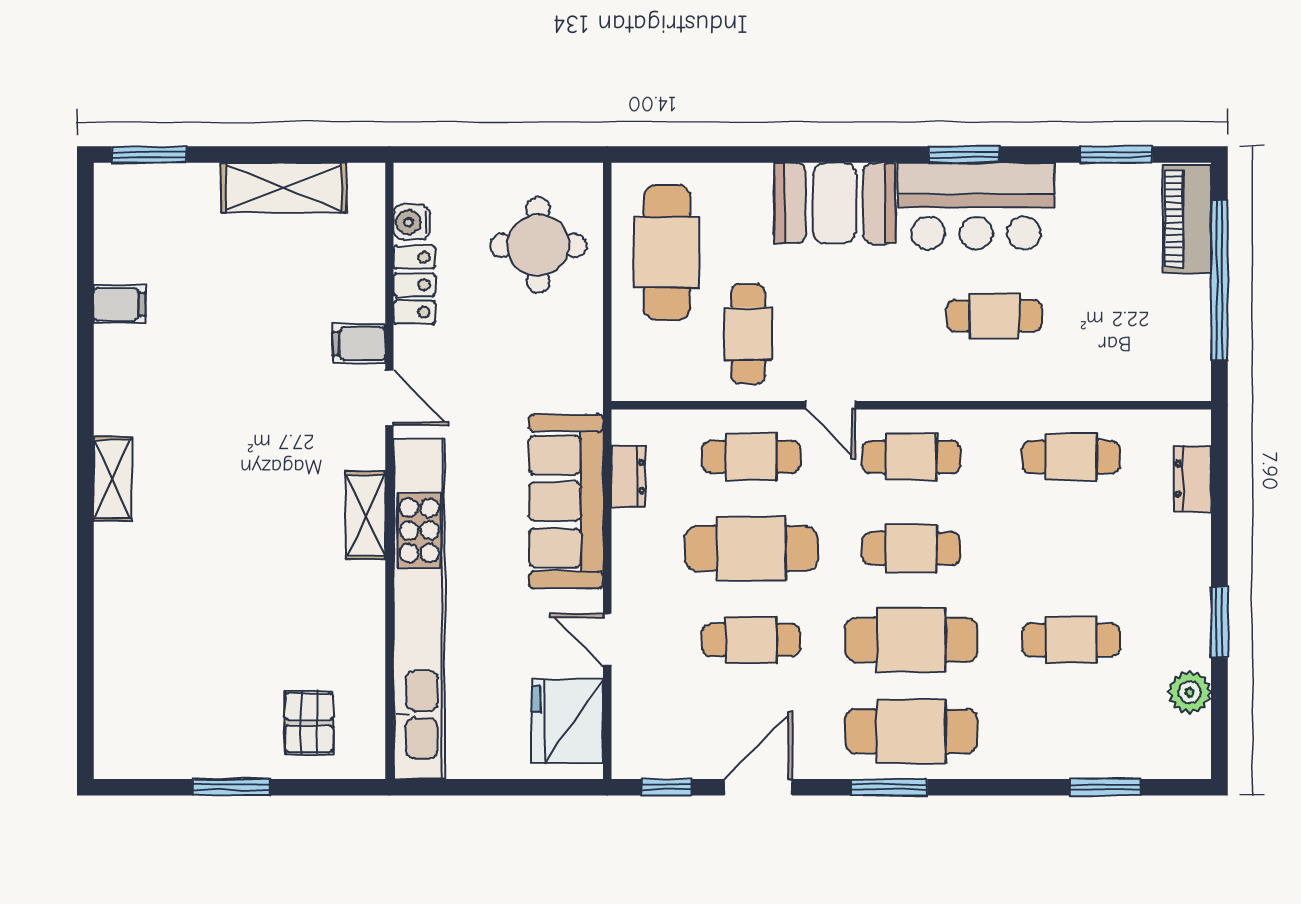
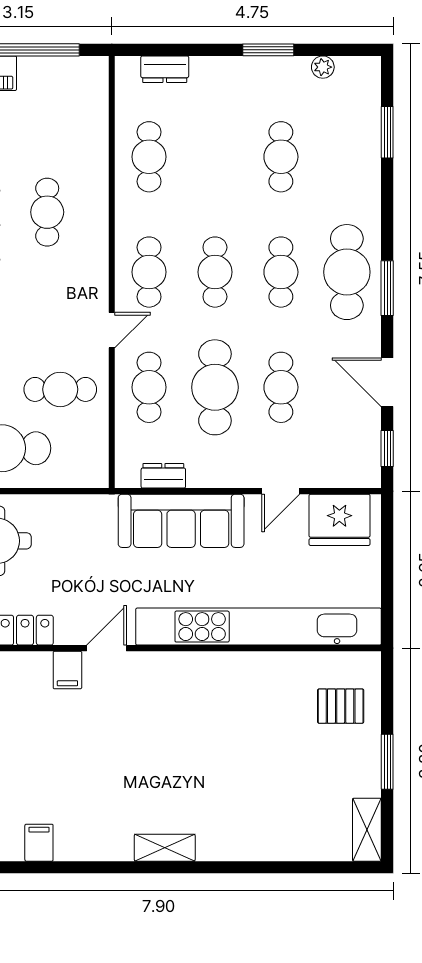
shelving: (366, 515) -> (367, 830), moved, turned 90
cafe table: (911, 640) -> (281, 272), width x0.73, depth x0.74
plant: (1190, 692) -> (323, 67), width x0.73, depth x0.73

